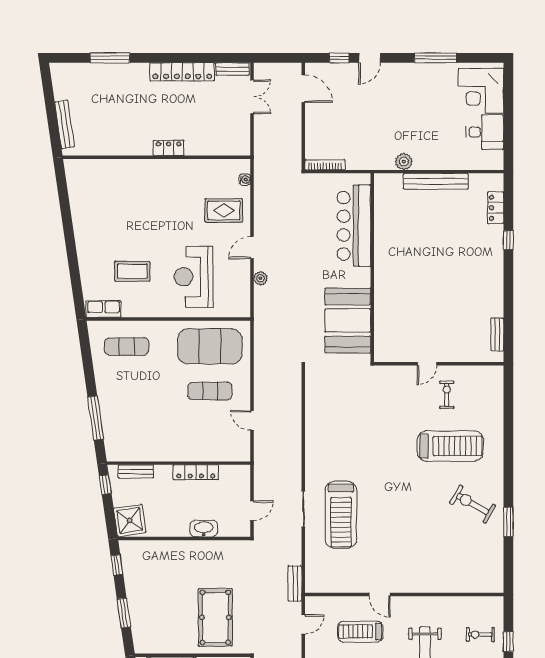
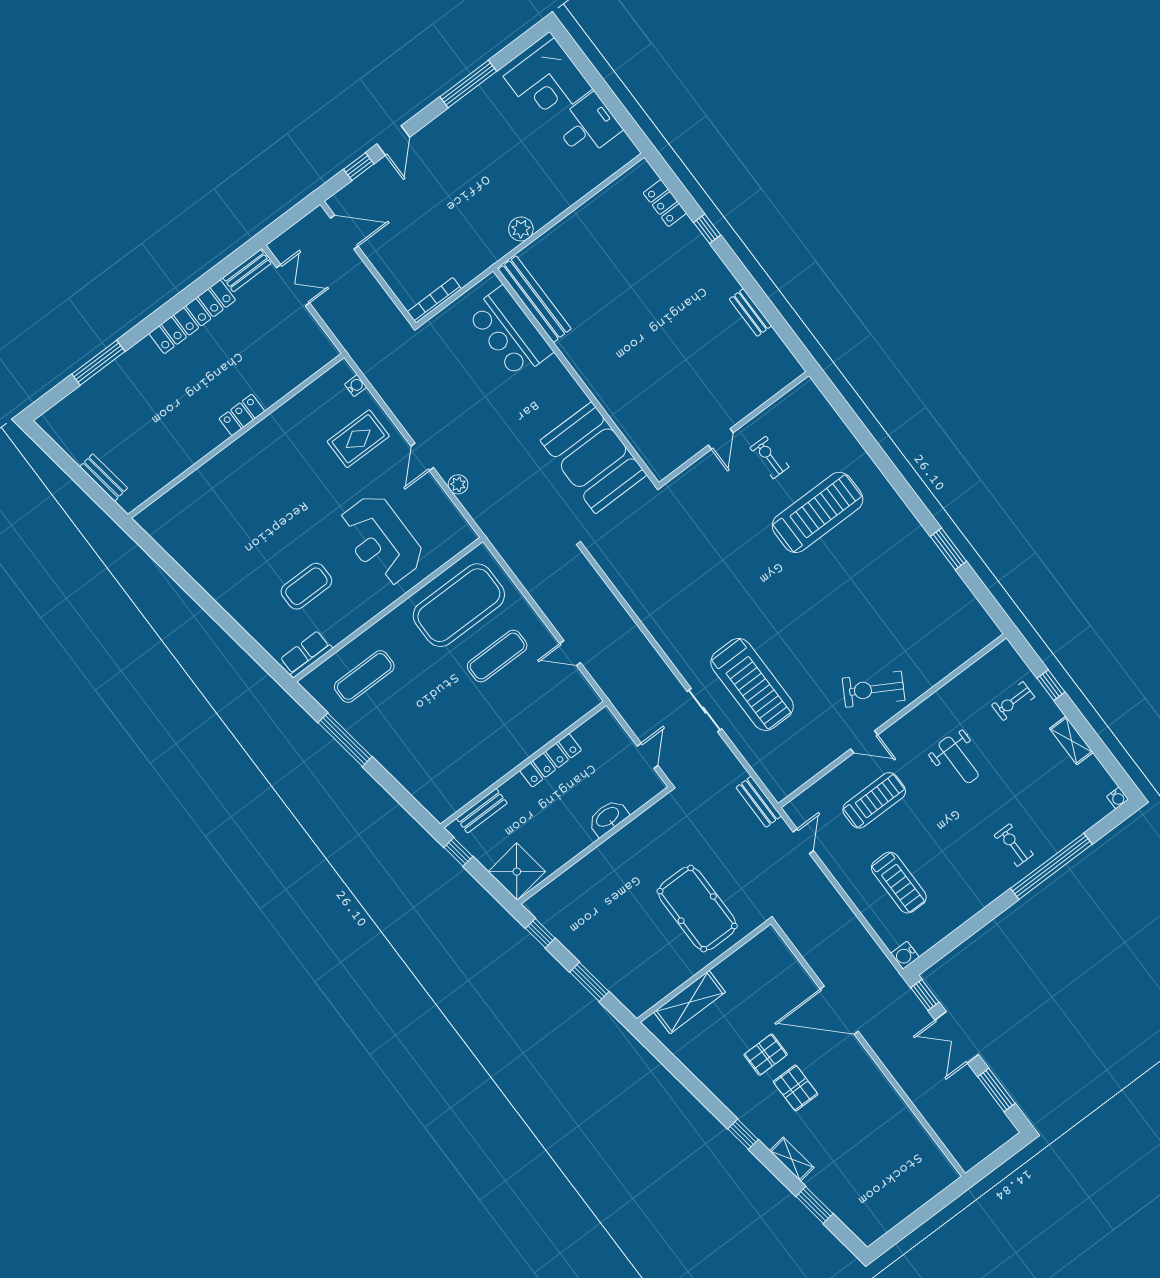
bench: (65, 124) -> (104, 477), width x0.73
bench: (436, 181) -> (535, 299), moved, turned 90
bar counter: (354, 226) -> (510, 332), width x0.73
bench: (497, 335) -> (750, 312), moved
window: (96, 418) -> (345, 740), moved
exercise bike: (473, 504) -> (874, 689), moved
treadmill: (360, 632) -> (874, 800), turned 180

